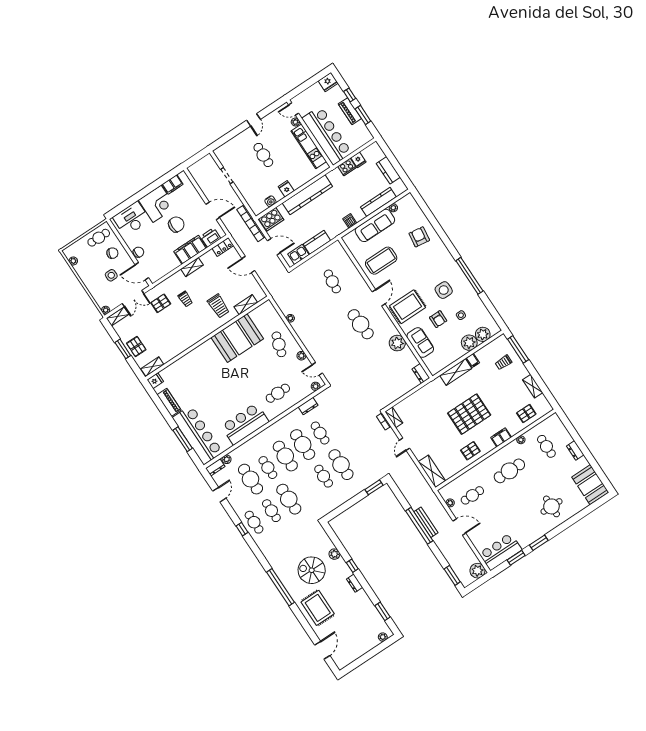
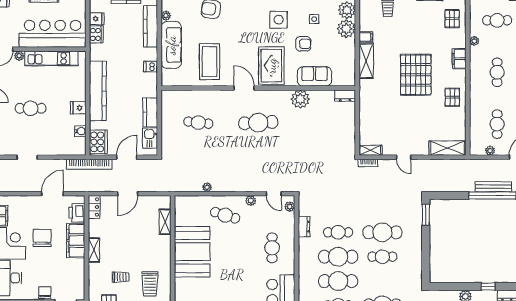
trolley: (218, 306) -> (150, 284), moved, turned 90
door: (317, 369) -> (274, 194), hinge flipped
cafe table: (509, 471) -> (497, 72), width x0.73, depth x0.74

